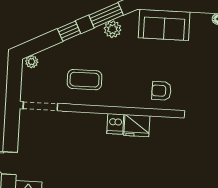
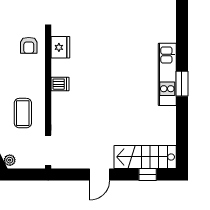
fridge: (137, 126) -> (60, 47), moved

